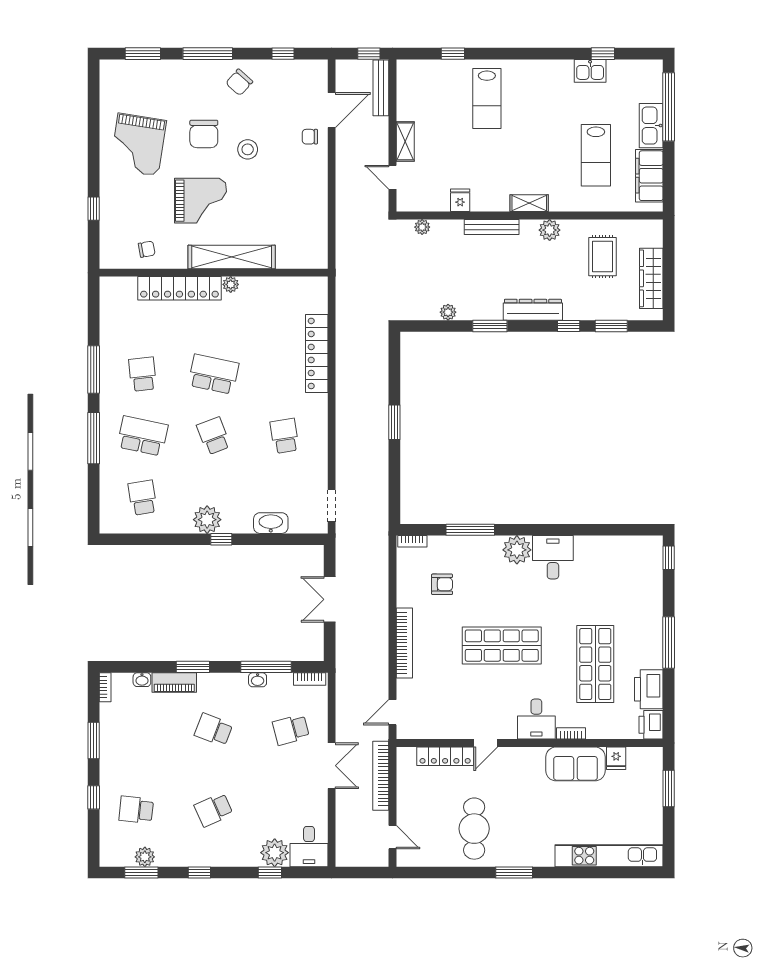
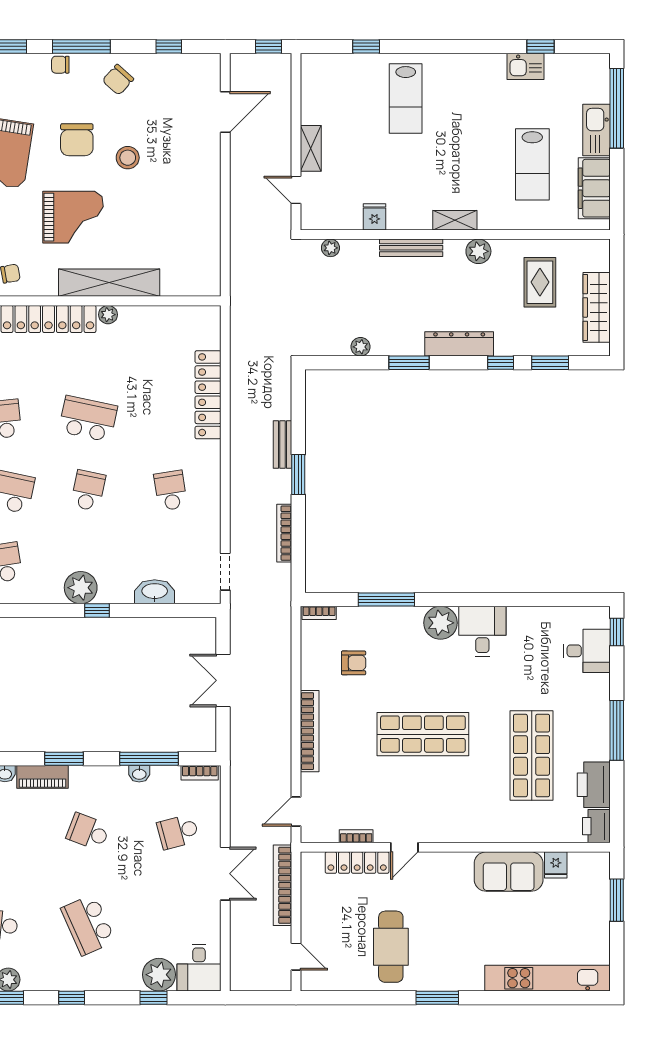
bench: (381, 88) -> (282, 444), moved, width x0.73
chair: (310, 137) -> (60, 65), moved
school desk: (214, 436) -> (88, 490), turned 33
bookcase: (382, 473) -> (284, 533), added
desk: (536, 719) -> (587, 651), moved, turned -90
bookcase: (571, 733) -> (356, 836), moved
school desk: (214, 810) -> (88, 925), width x1.85

